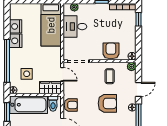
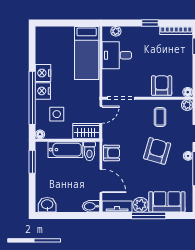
nightstand: (16, 26) -> (43, 91), moved
door: (62, 74) -> (101, 115), hinge flipped
armchair: (107, 103) -> (157, 151), turned -74
bathtub: (29, 105) -> (65, 150), width x0.73, depth x0.73

